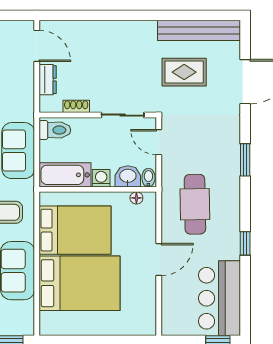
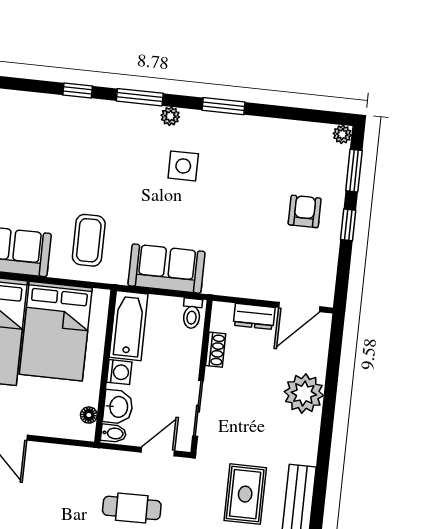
plant: (102, 35) -> (304, 394), added
toilet: (55, 130) -> (192, 313), width x0.73, depth x0.72
cafe table: (195, 204) -> (132, 508), moved, width x0.73, depth x0.74

